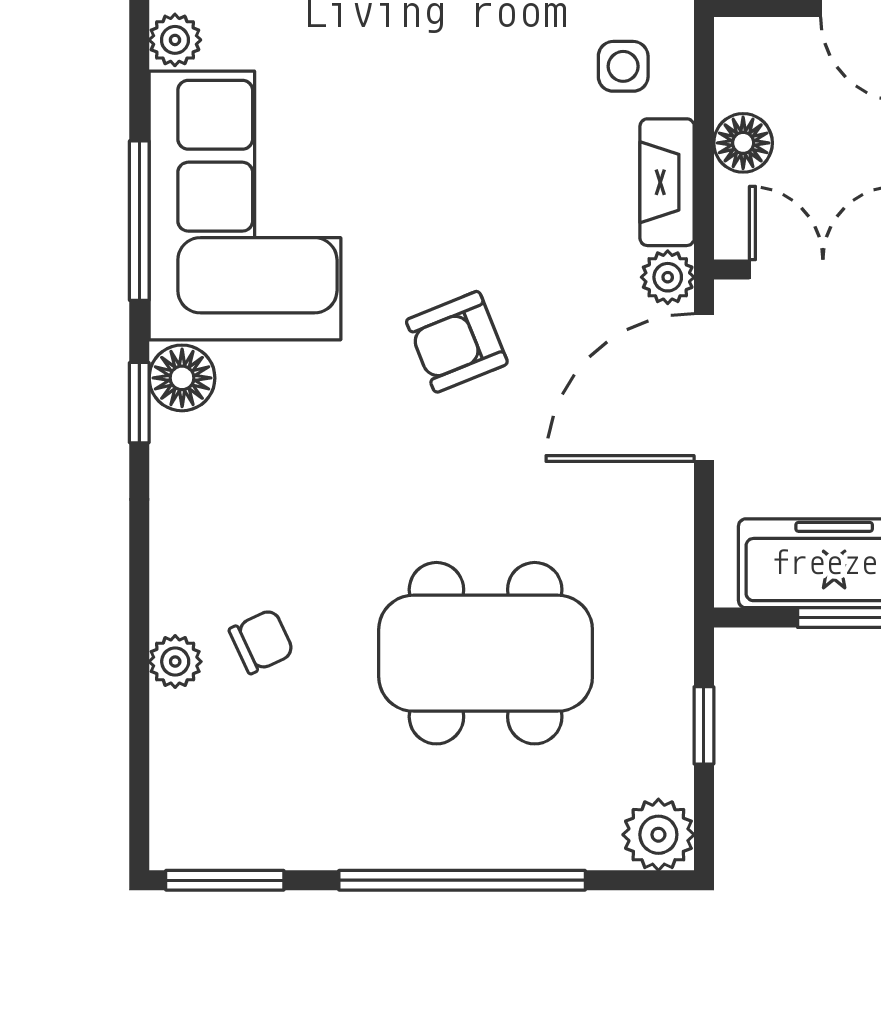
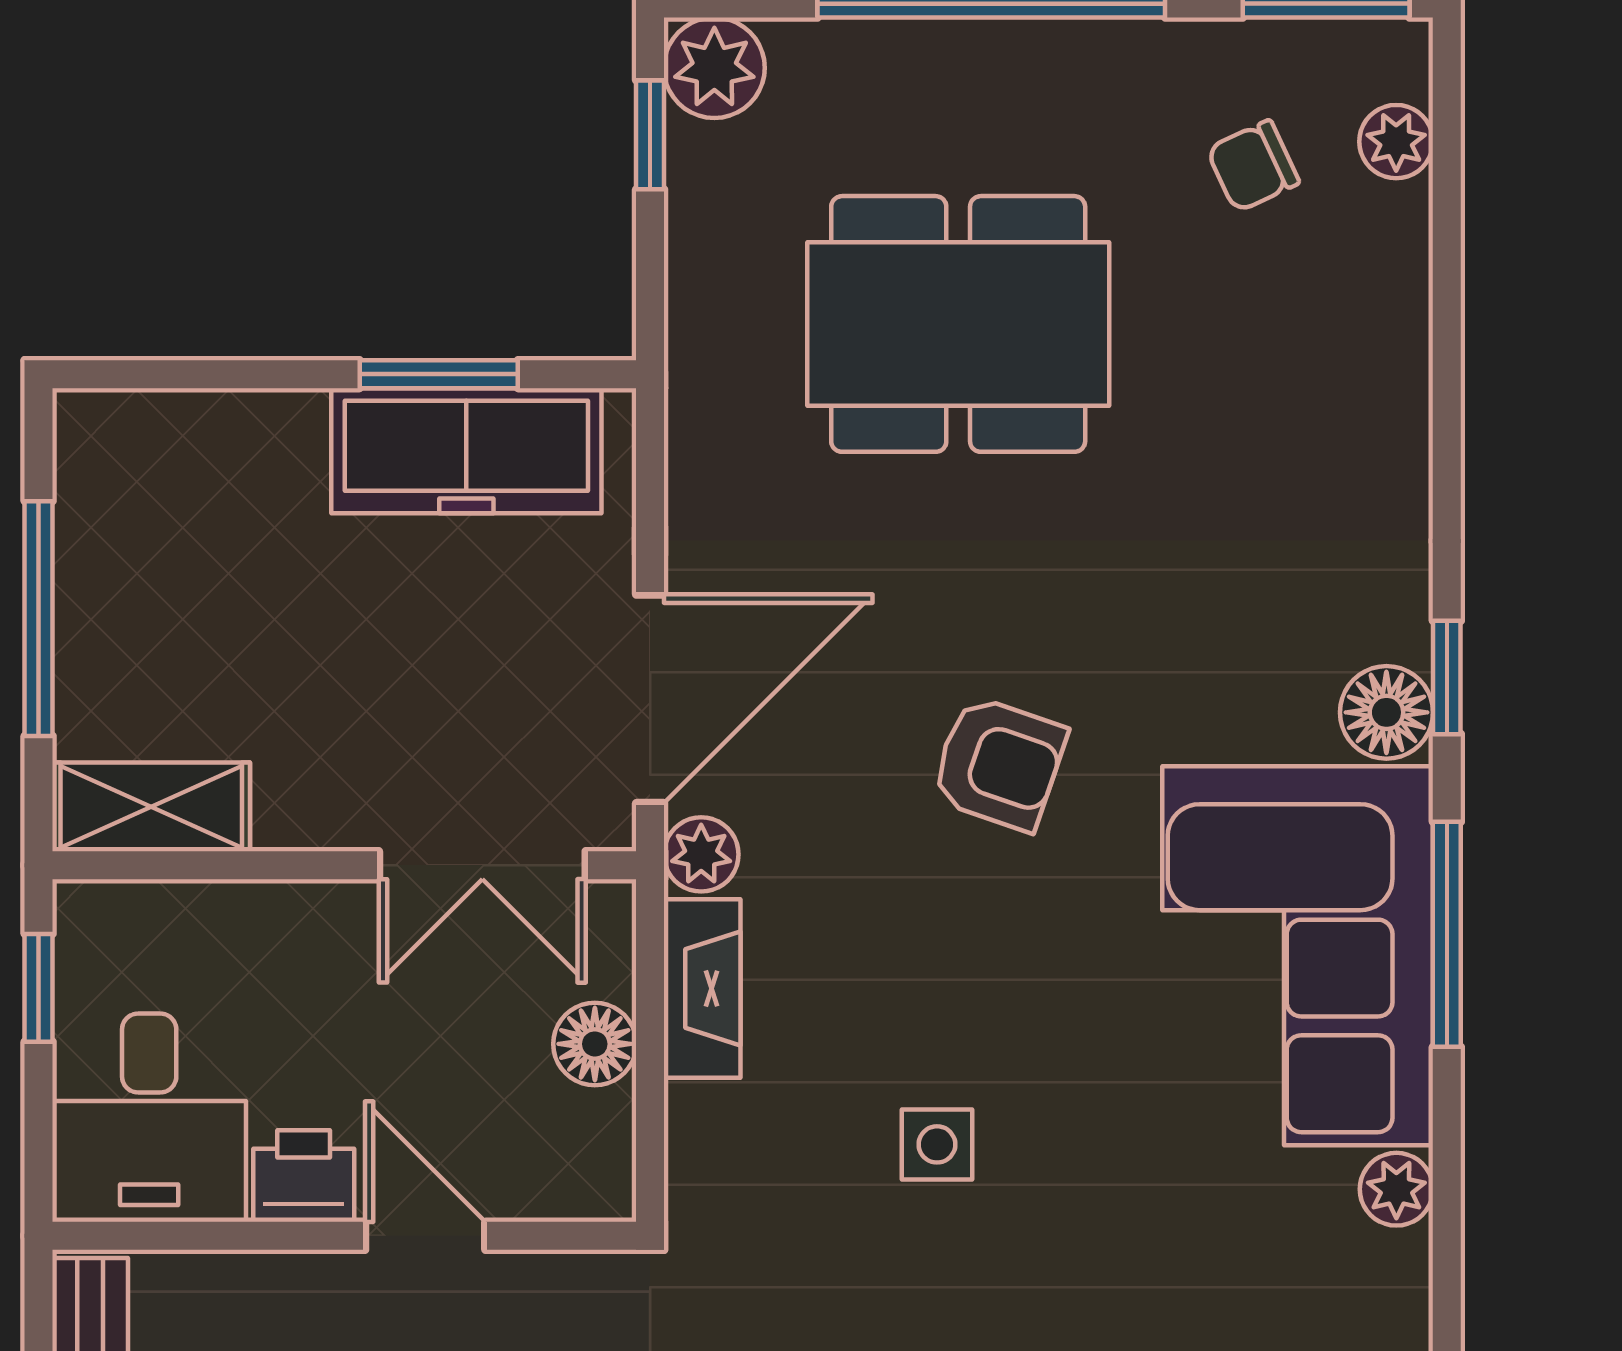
side table: (623, 66) -> (937, 1144), moved
armchair: (457, 342) -> (999, 763), turned 41
chair: (262, 641) -> (1253, 166), moved
plant: (175, 662) -> (1396, 142), moved
window: (704, 725) -> (650, 135), moved

